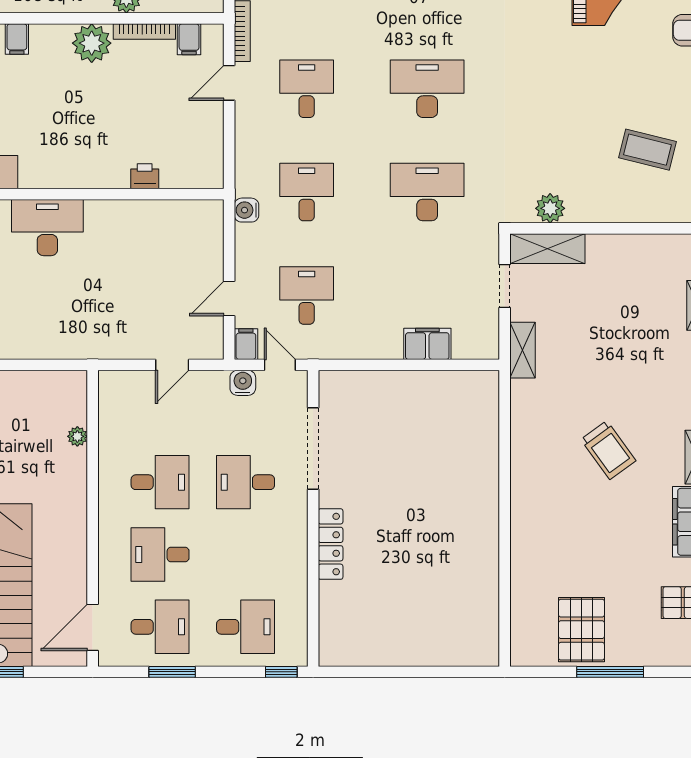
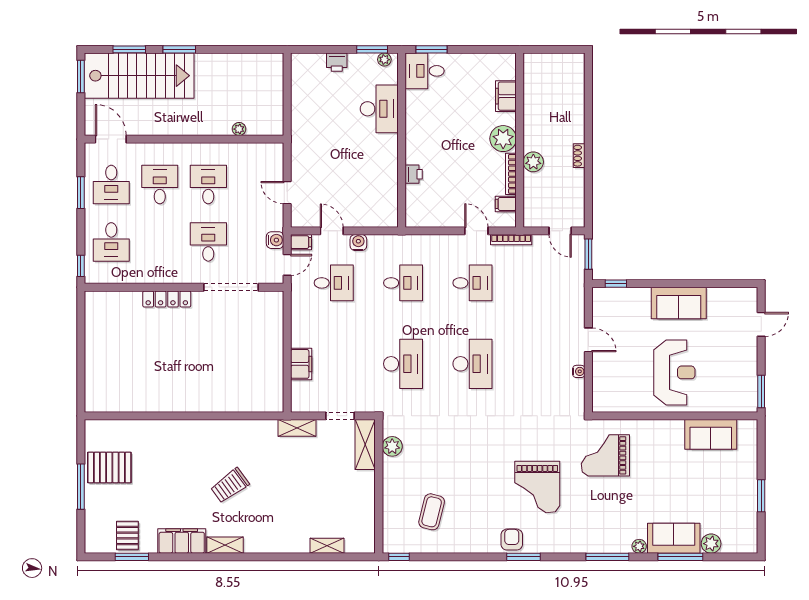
filing cabinet: (17, 39) -> (506, 96), width x2.00
water cooler: (246, 210) -> (358, 243), moved
desk: (160, 482) -> (208, 185), turned 180

